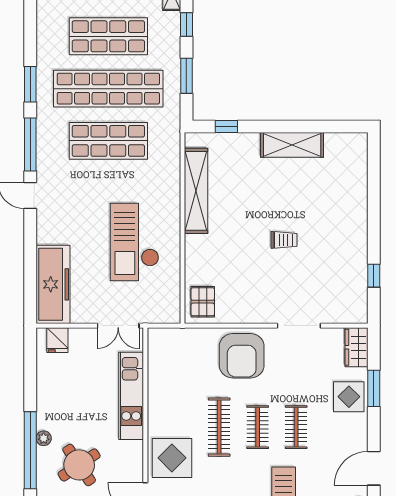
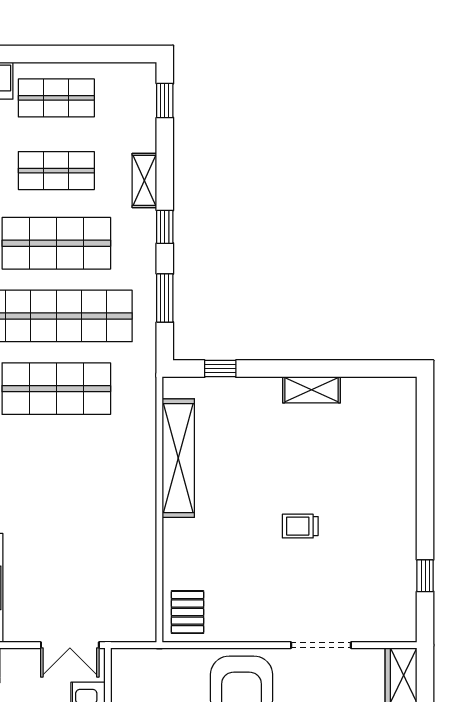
shelving: (292, 145) -> (312, 390), width x0.67, depth x0.75
trolley: (284, 240) -> (300, 526), turned 180
checkout: (135, 242) -> (93, 529), removed

